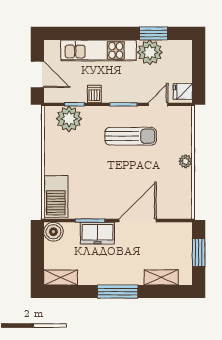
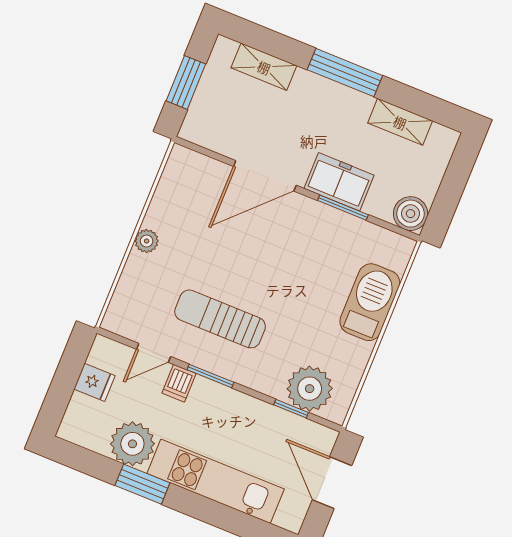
window: (153, 33) -> (142, 484), moved
fridge: (183, 92) -> (94, 382), moved
dishwasher: (94, 94) -> (179, 383), moved
barbecue: (56, 197) -> (370, 302), moved
shelving: (61, 278) -> (400, 122), moved

